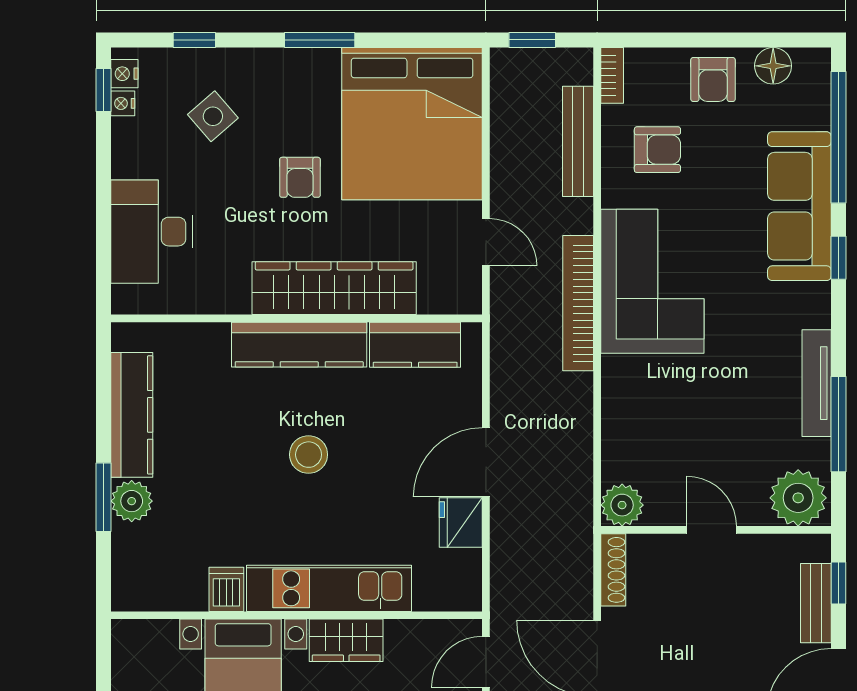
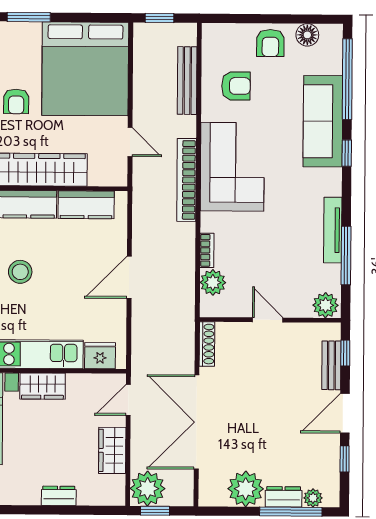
bookcase: (612, 75) -> (207, 250), moved
plant: (798, 498) -> (326, 305), width x0.73, depth x0.73
plant: (622, 505) -> (213, 282), moved
fridge: (461, 523) -> (100, 356), moved, turned 90

